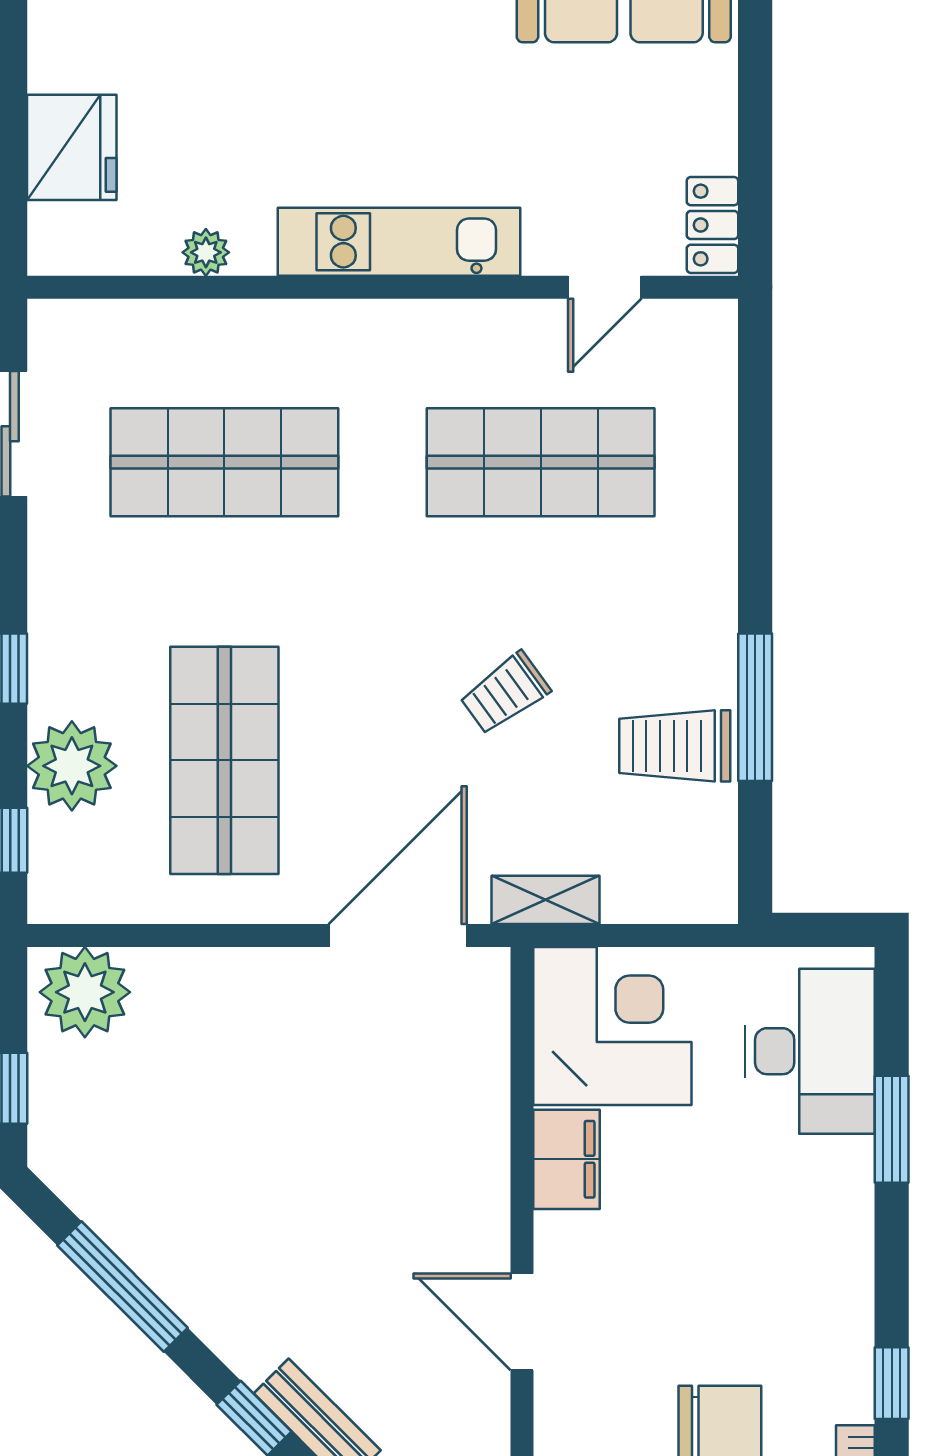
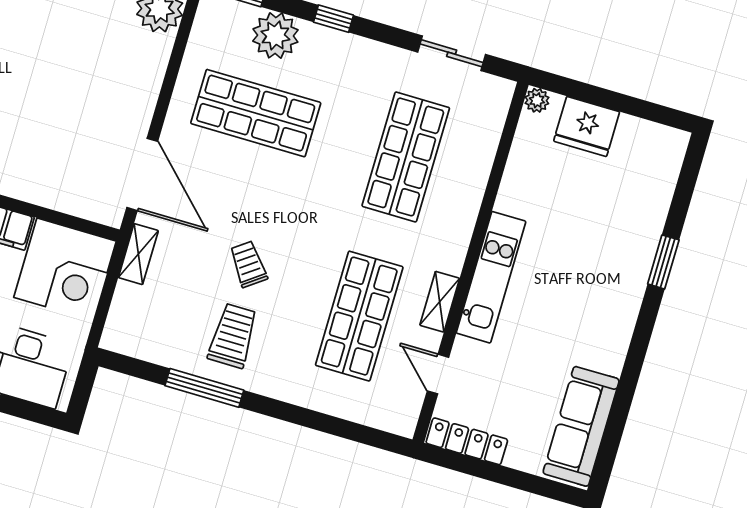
locker: (712, 225) -> (467, 441), width x1.53
plant: (206, 252) -> (537, 100), moved
shelving: (471, 323) -> (440, 302), added
trolley: (675, 746) -> (233, 336), moved

